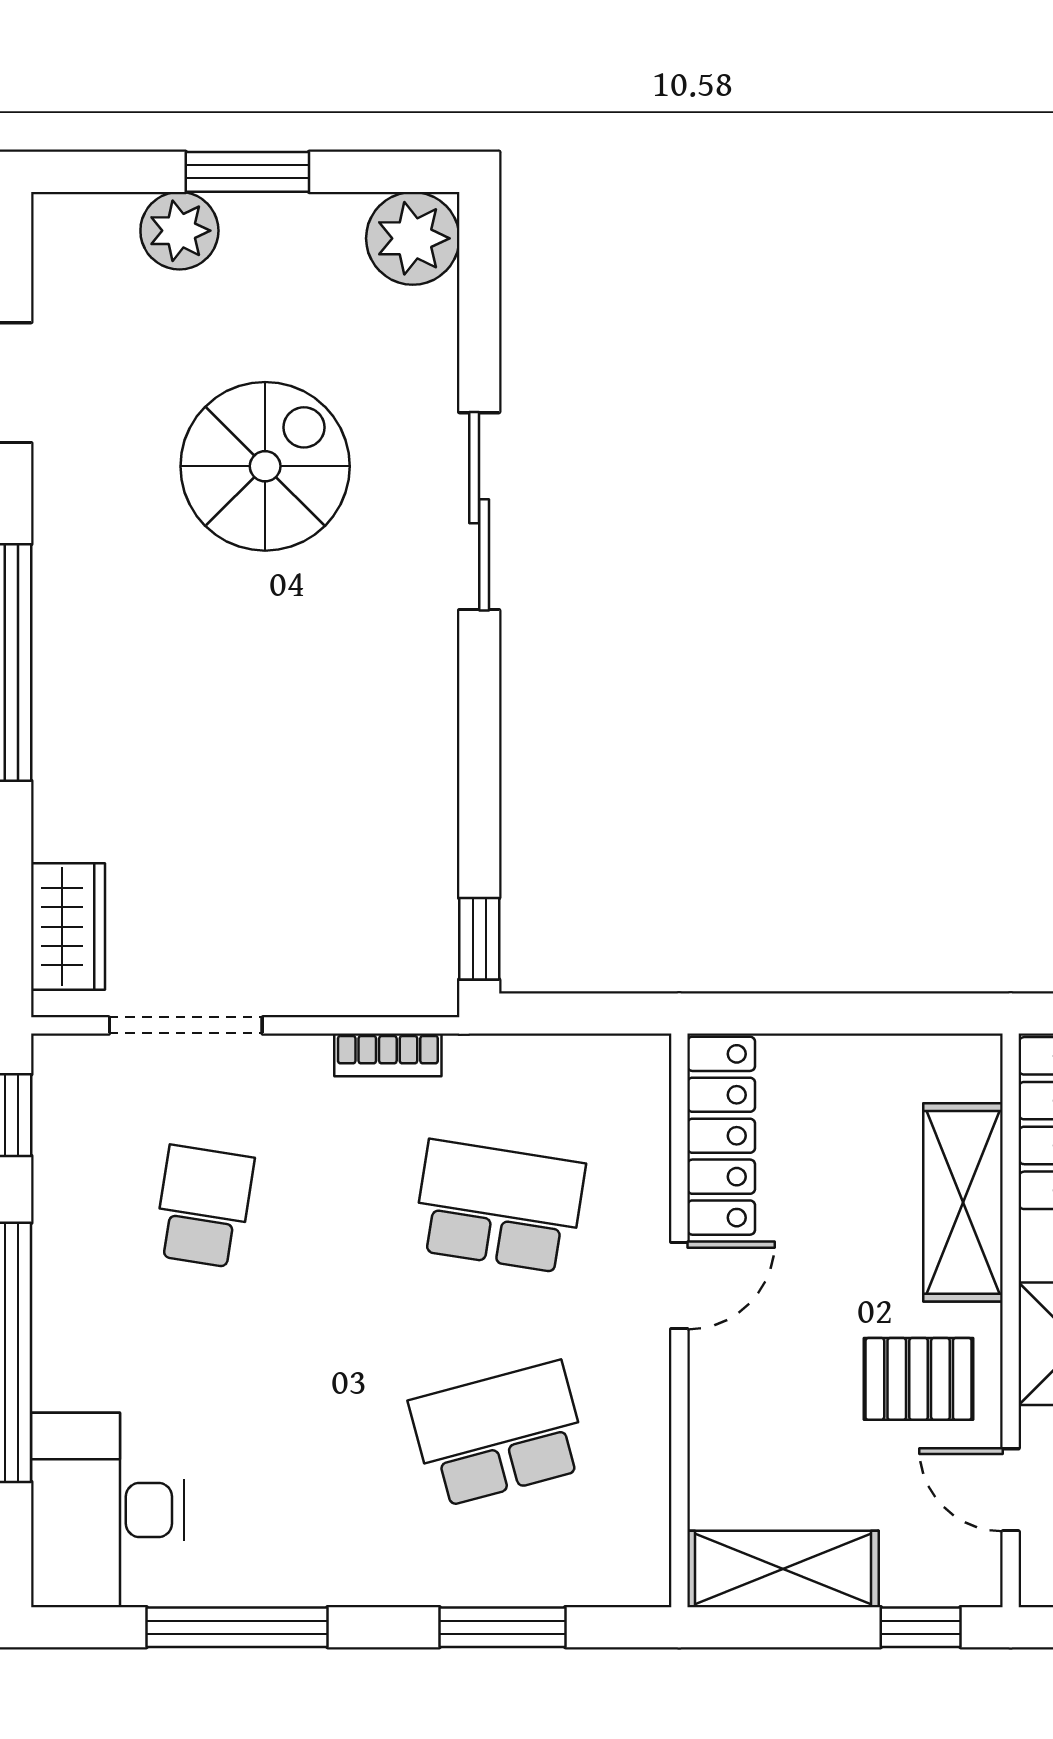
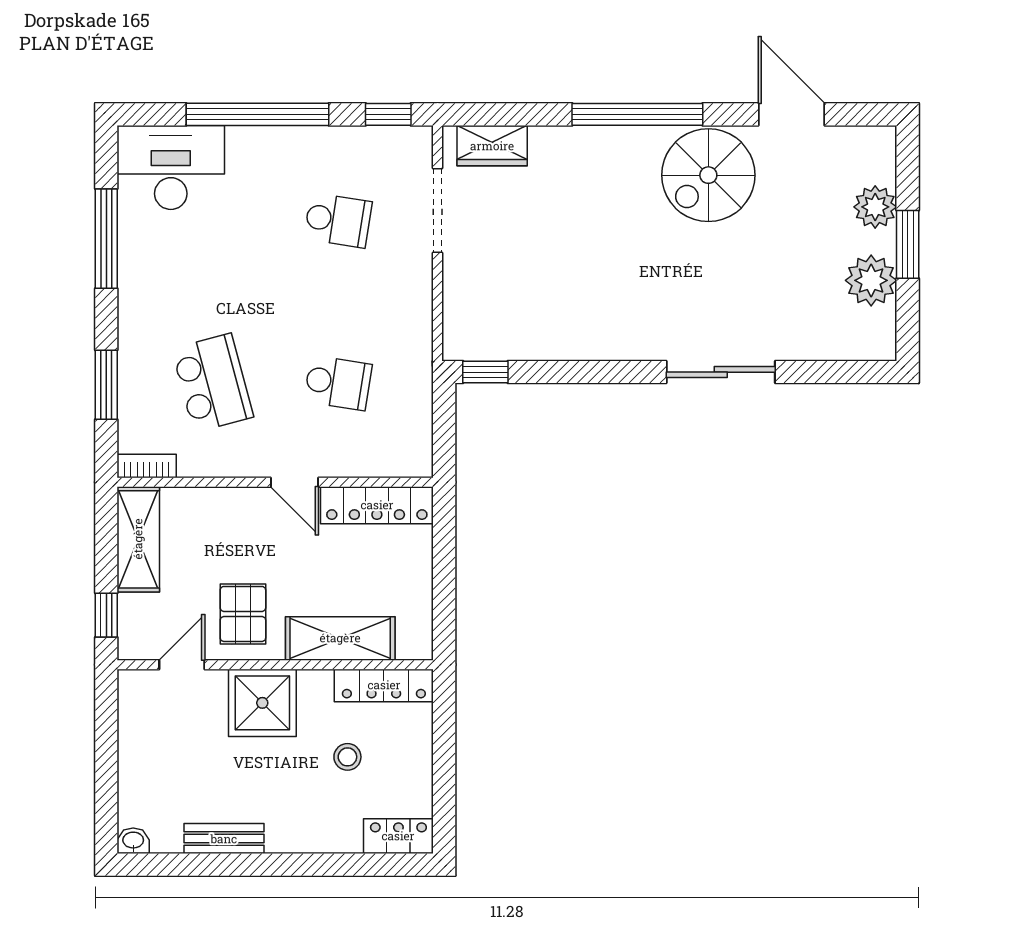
plant: (413, 238) -> (871, 280), moved
spiral stairs: (265, 466) -> (708, 175), moved, turned 90
bookcase: (388, 1055) -> (147, 466), moved, turned 90
school desk: (499, 1206) -> (338, 383), width x0.54

